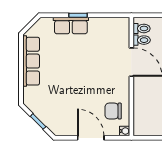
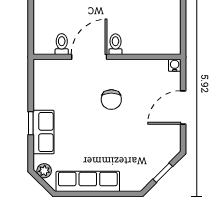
plant: (40, 26) -> (44, 171), added
toilet: (142, 28) -> (115, 44), moved
chair: (113, 111) -> (111, 100), moved

